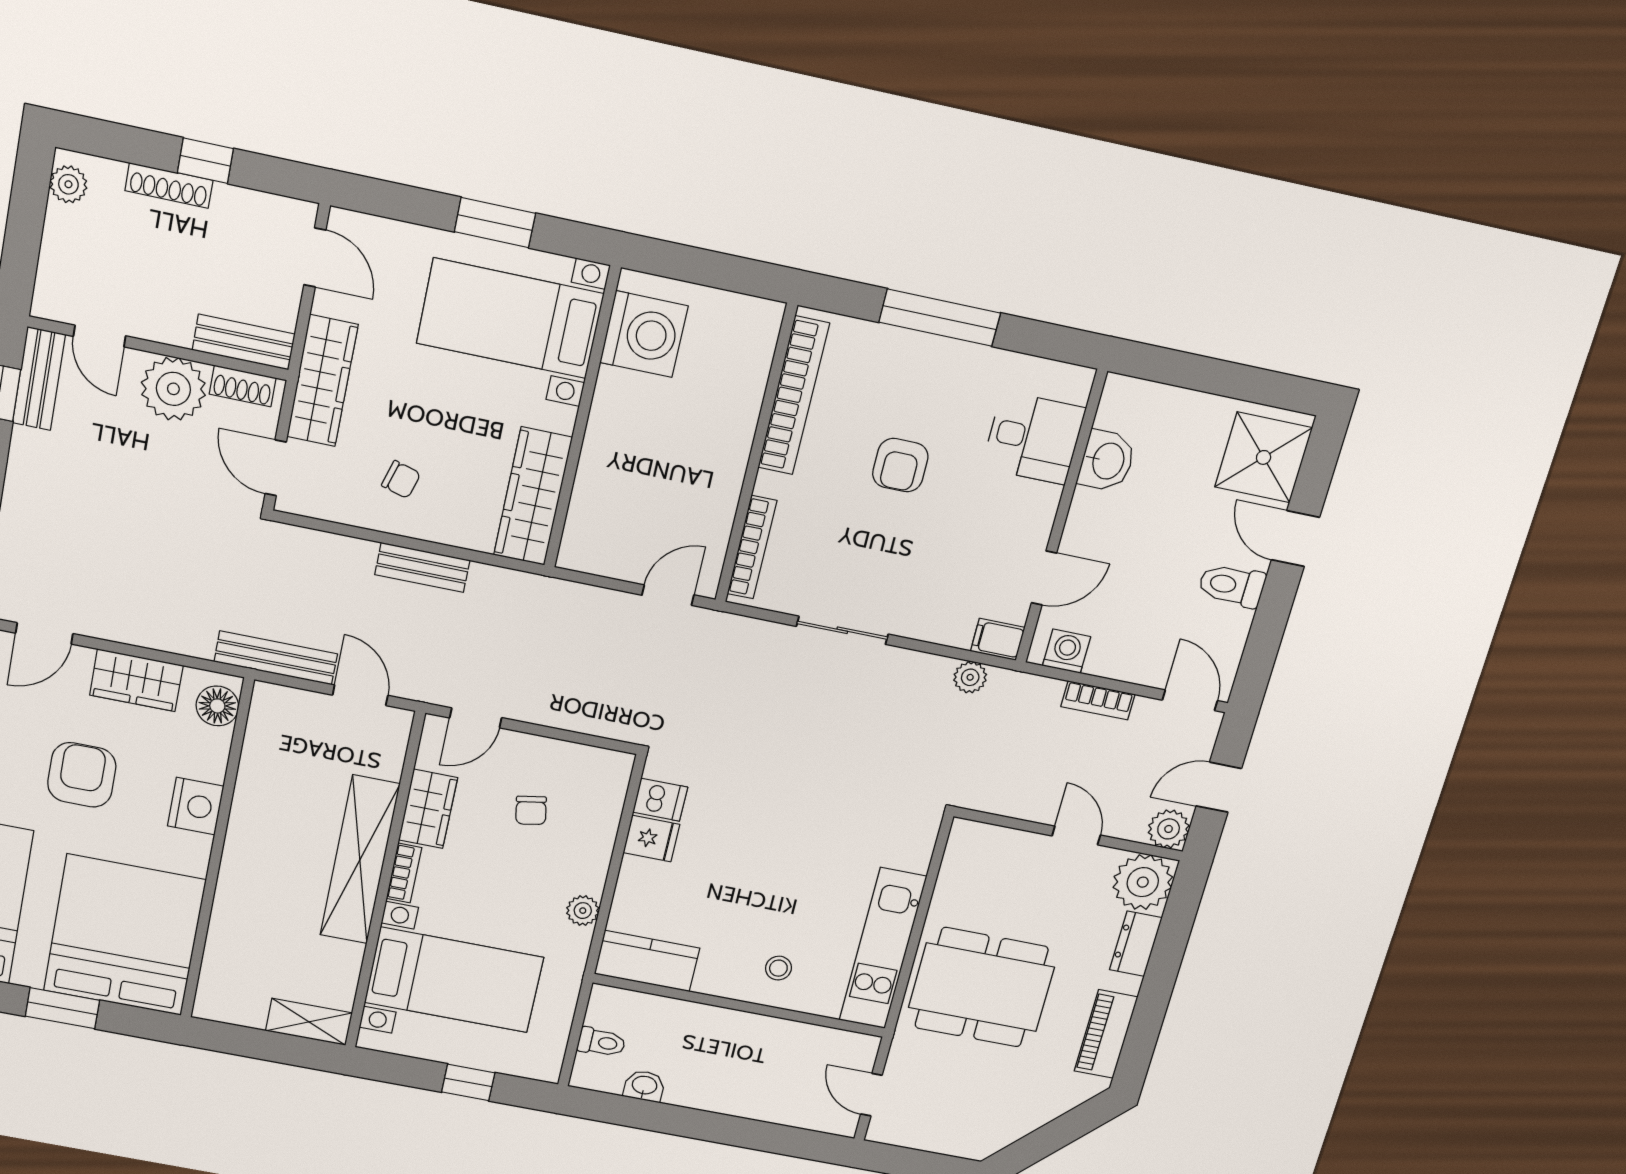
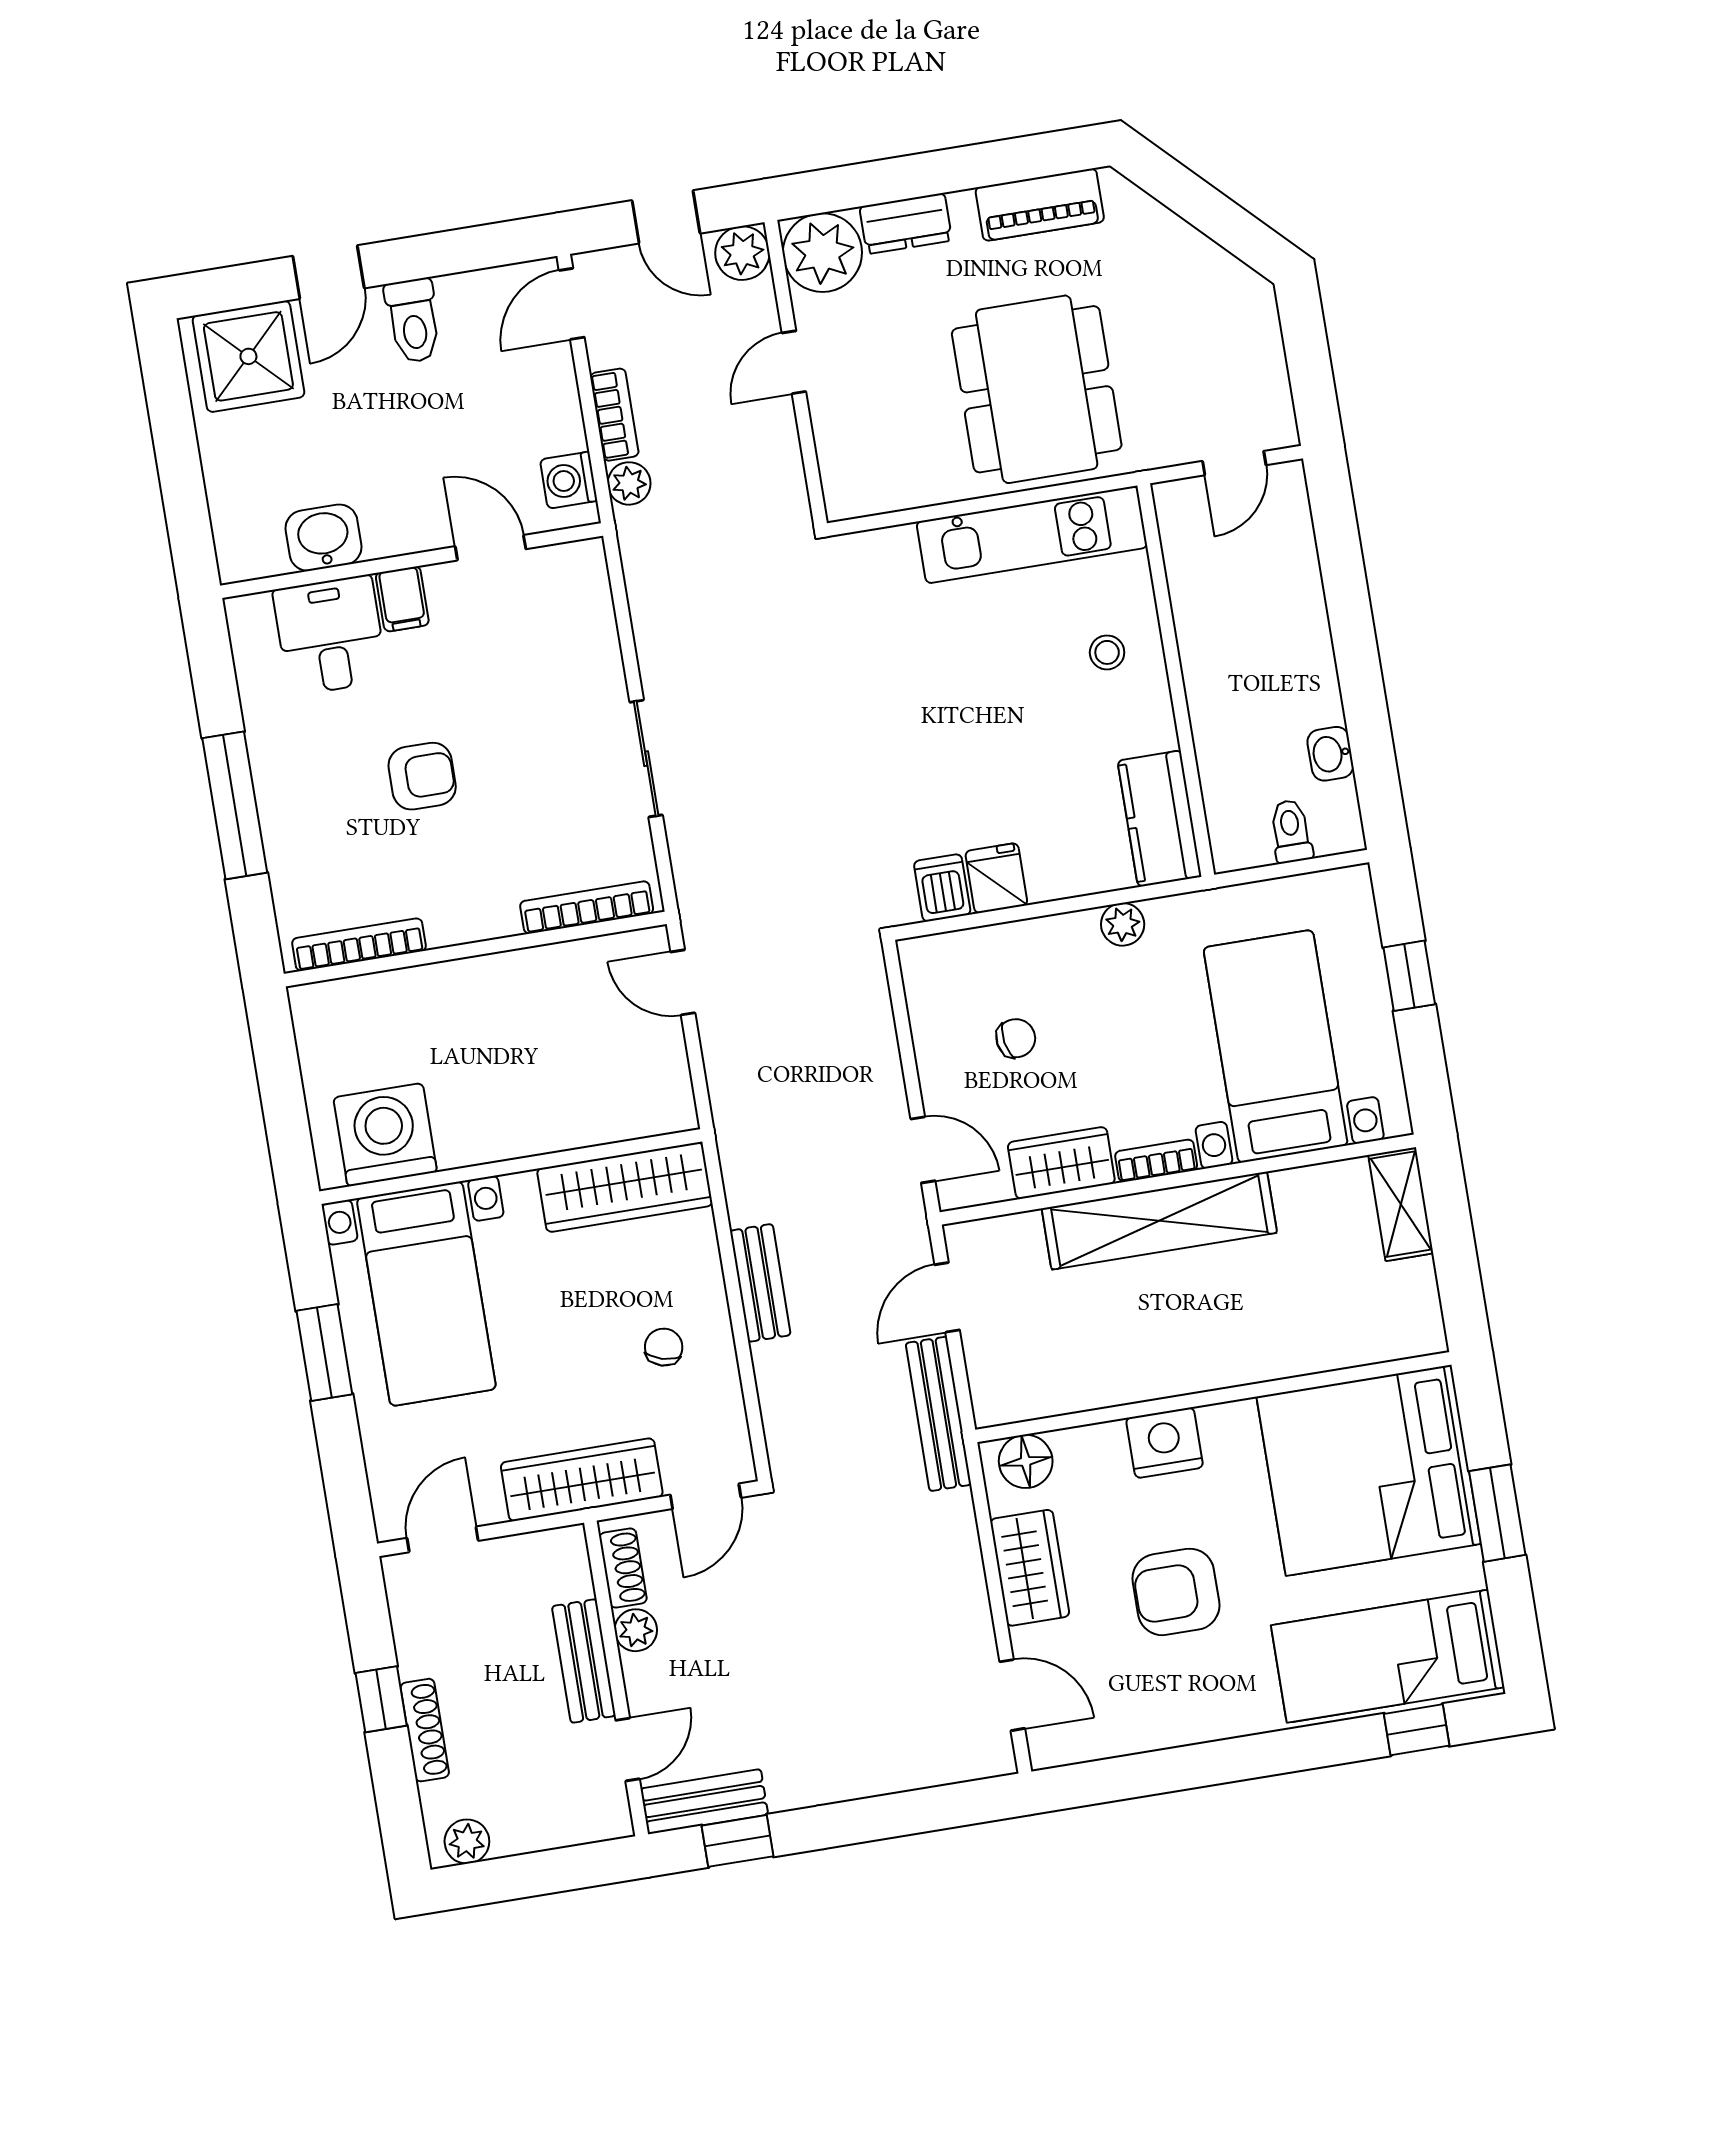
bench: (244, 342) -> (584, 1661), moved
plant: (173, 389) -> (636, 1630), width x0.53, depth x0.53
bookcase: (794, 396) -> (359, 945), width x0.68, depth x0.76
filing cabinet: (998, 639) -> (402, 599), moved
plant: (970, 677) -> (629, 483), moved

